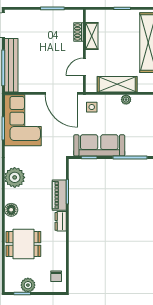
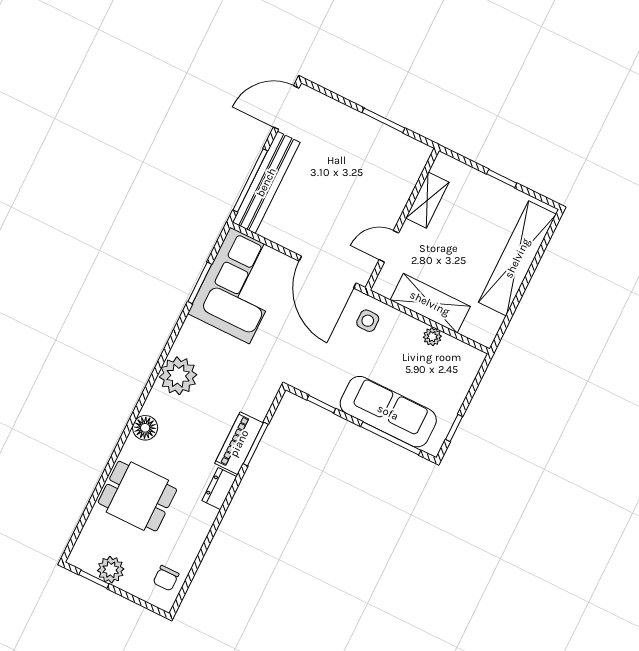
shoe rack: (79, 32) -> (408, 182), removed
sofa: (99, 145) -> (388, 412), moved

